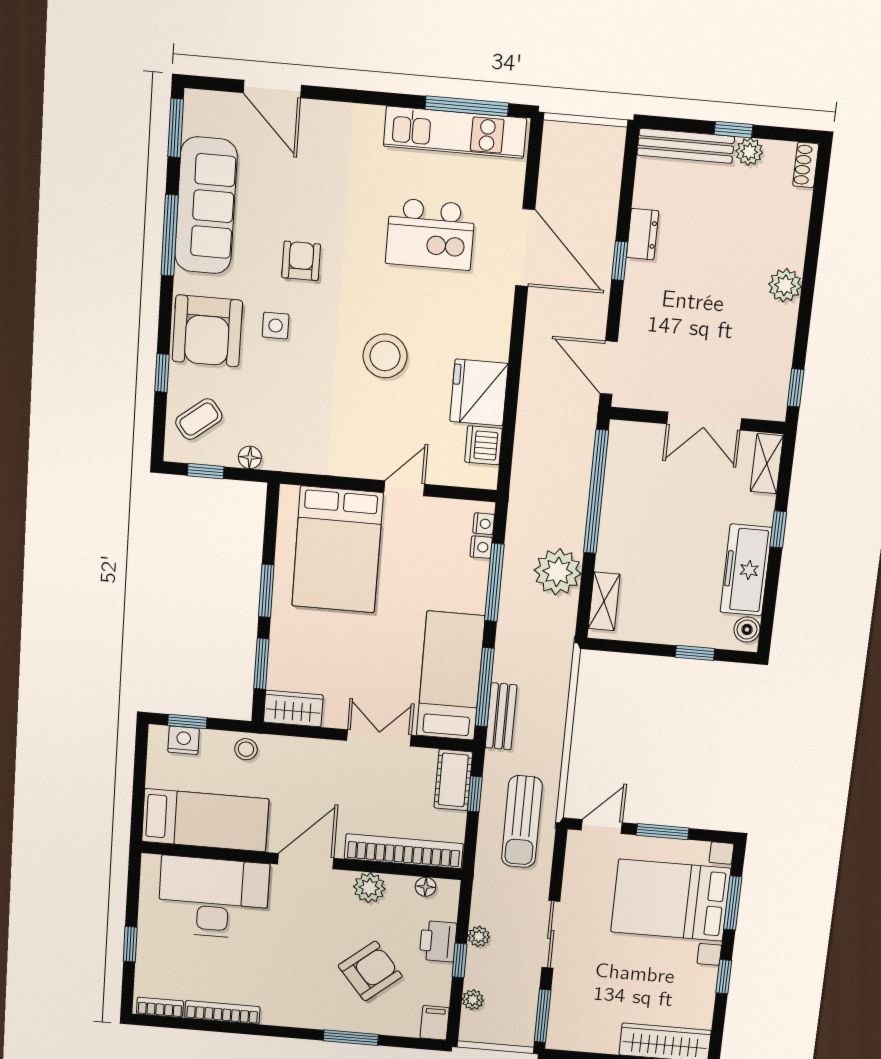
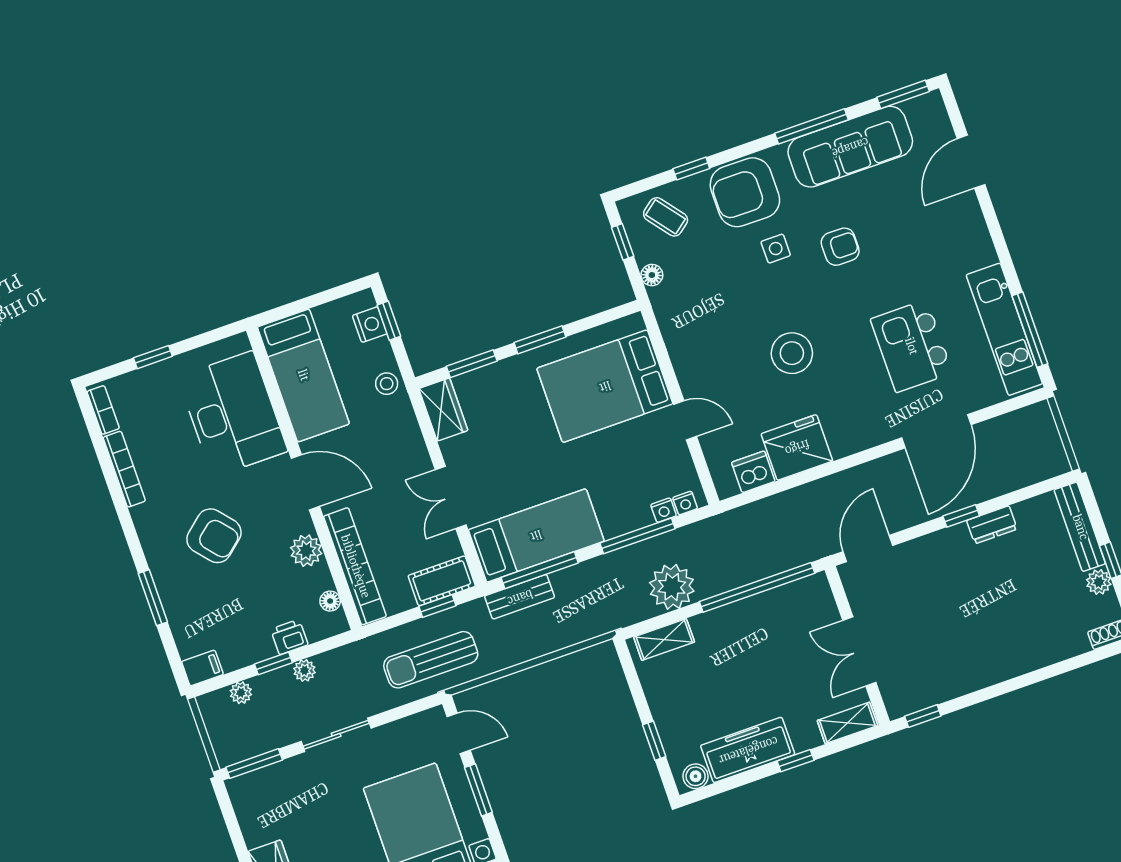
plant: (785, 285) -> (1004, 665), removed
double door: (379, 738) -> (451, 497), swing flipped
printer: (438, 941) -> (289, 637), width x0.73, depth x0.81
armchair: (370, 971) -> (214, 536), moved

